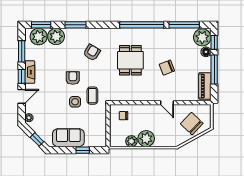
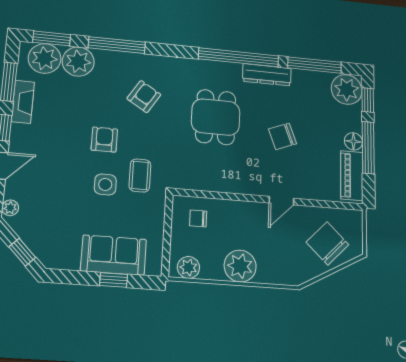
window: (76, 25) -> (117, 45), width x1.44
dresser: (158, 33) -> (267, 75), added
floor lamp: (206, 52) -> (353, 141), moved
fireplace: (30, 72) -> (23, 102), moved
door: (167, 103) -> (281, 201), hinge flipped
sofa: (68, 138) -> (114, 255), moved
plant: (131, 141) -> (188, 267), moved

